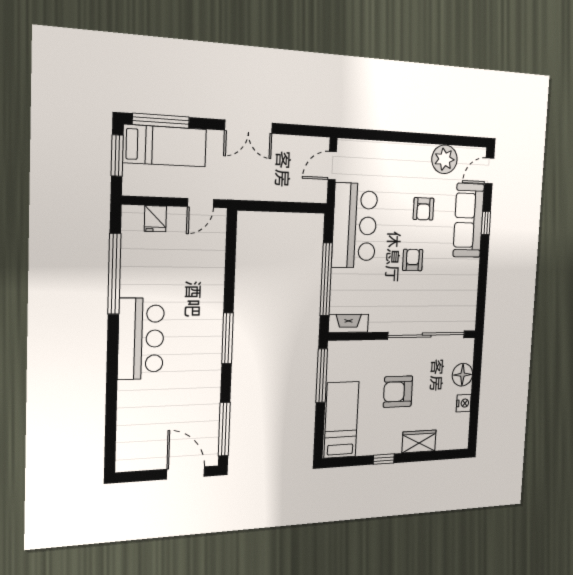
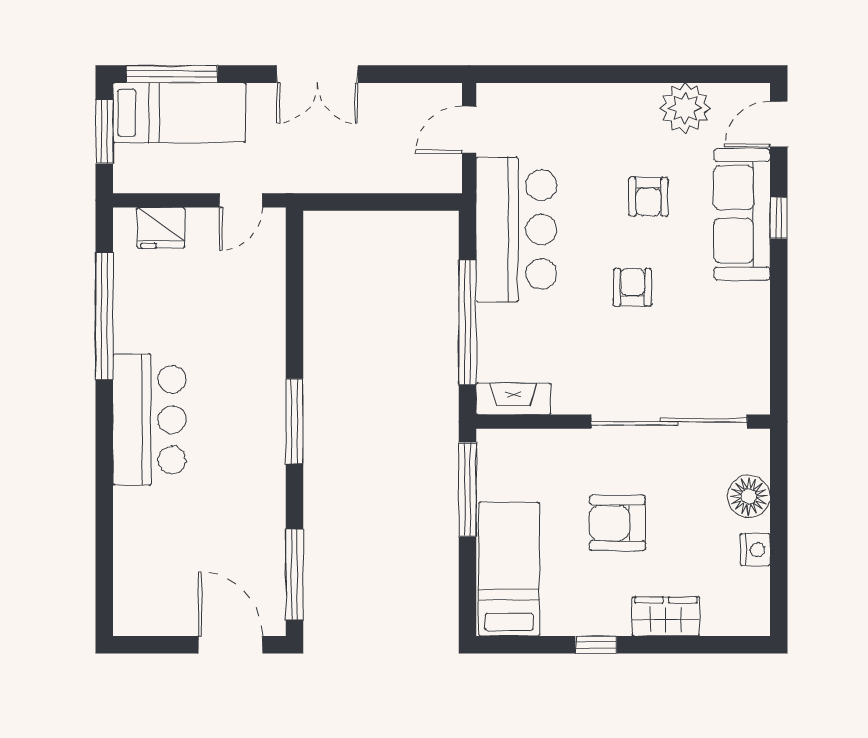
fridge: (155, 219) -> (161, 228), width x1.38

